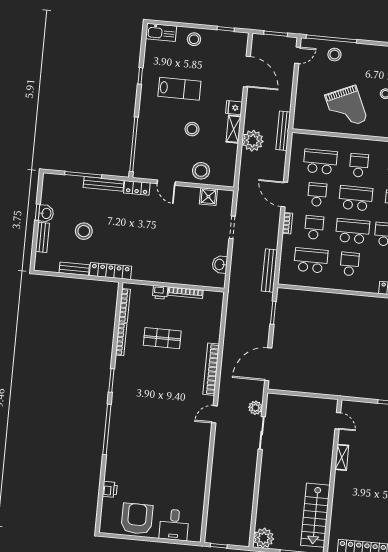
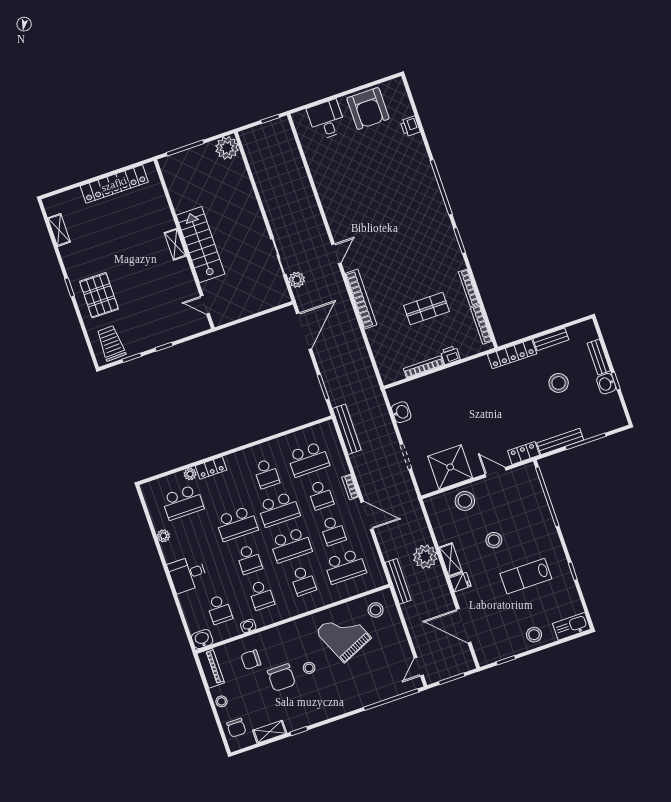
stool: (334, 55) -> (376, 610), moved
shower: (208, 197) -> (450, 467), width x1.86, depth x1.86
shelving: (342, 457) -> (175, 244), moved
stairs: (315, 515) -> (200, 245), moved

